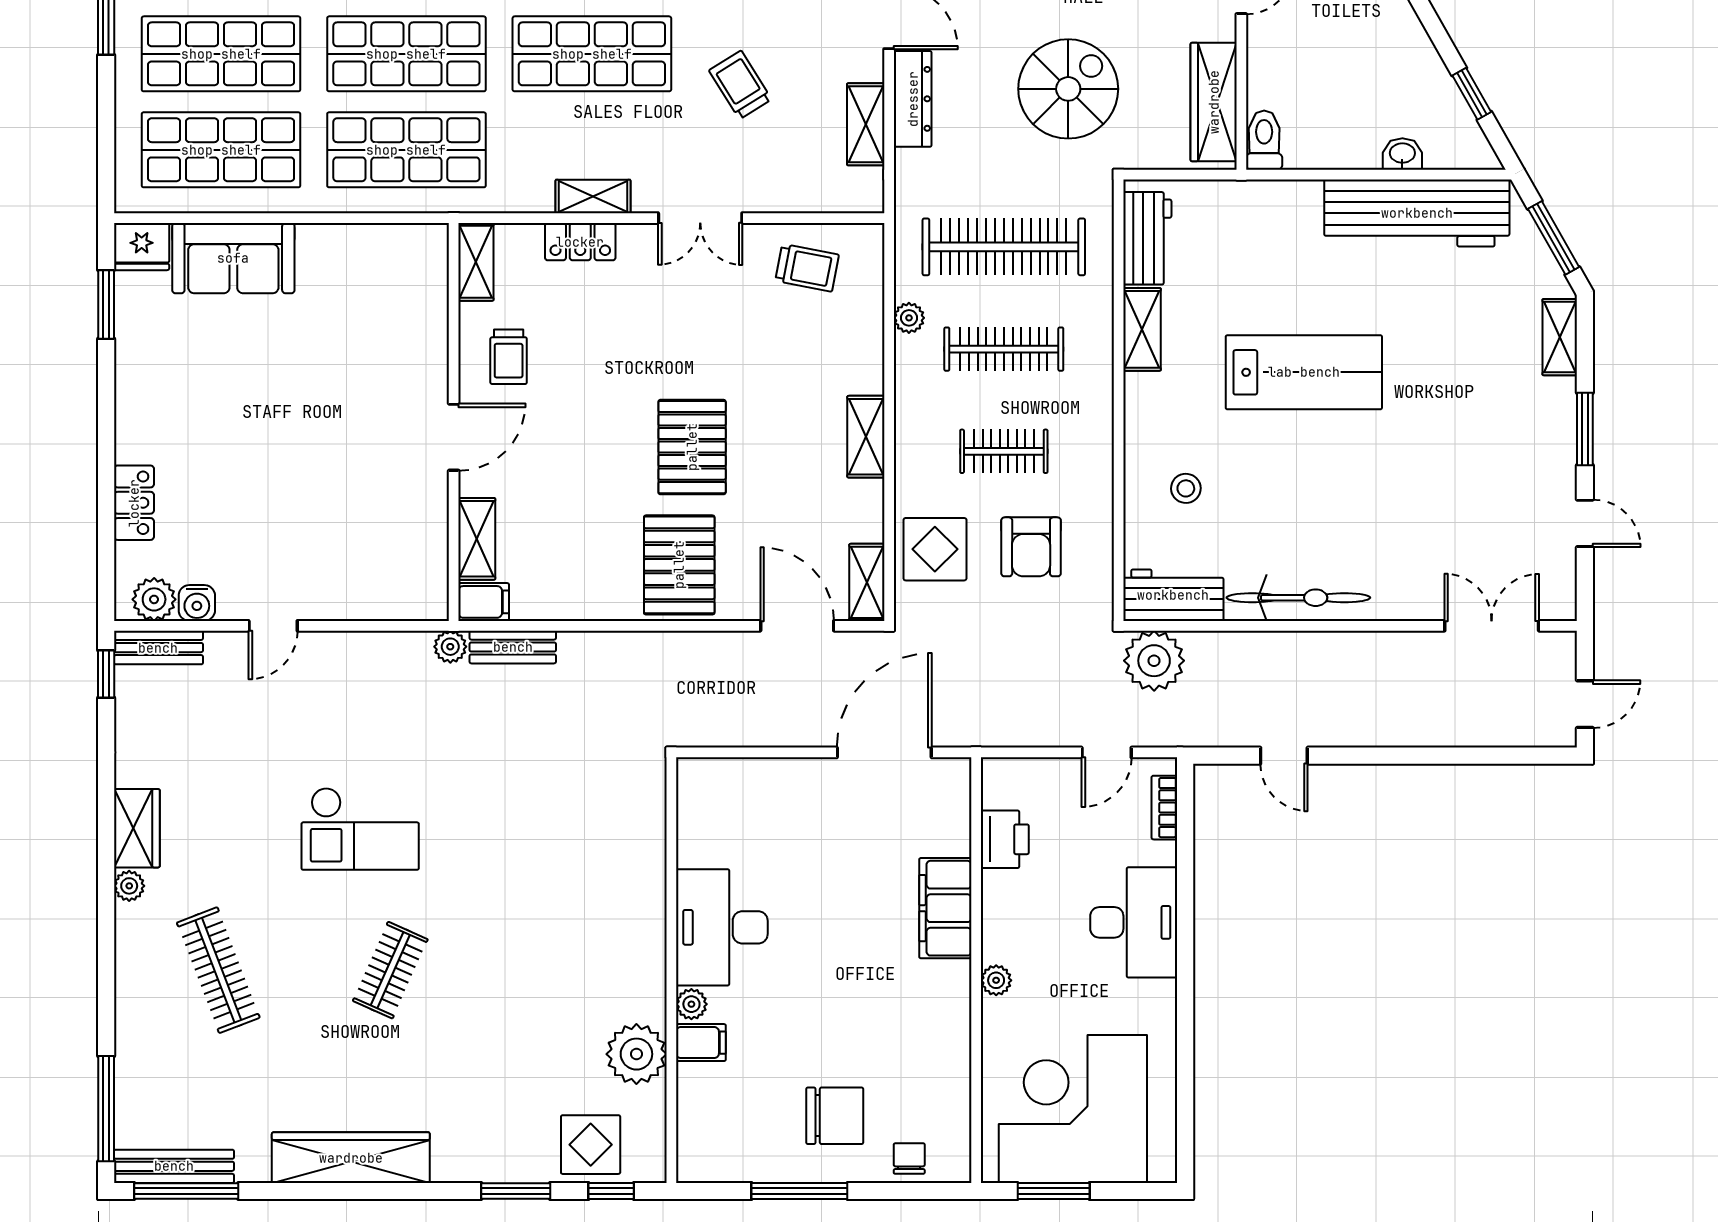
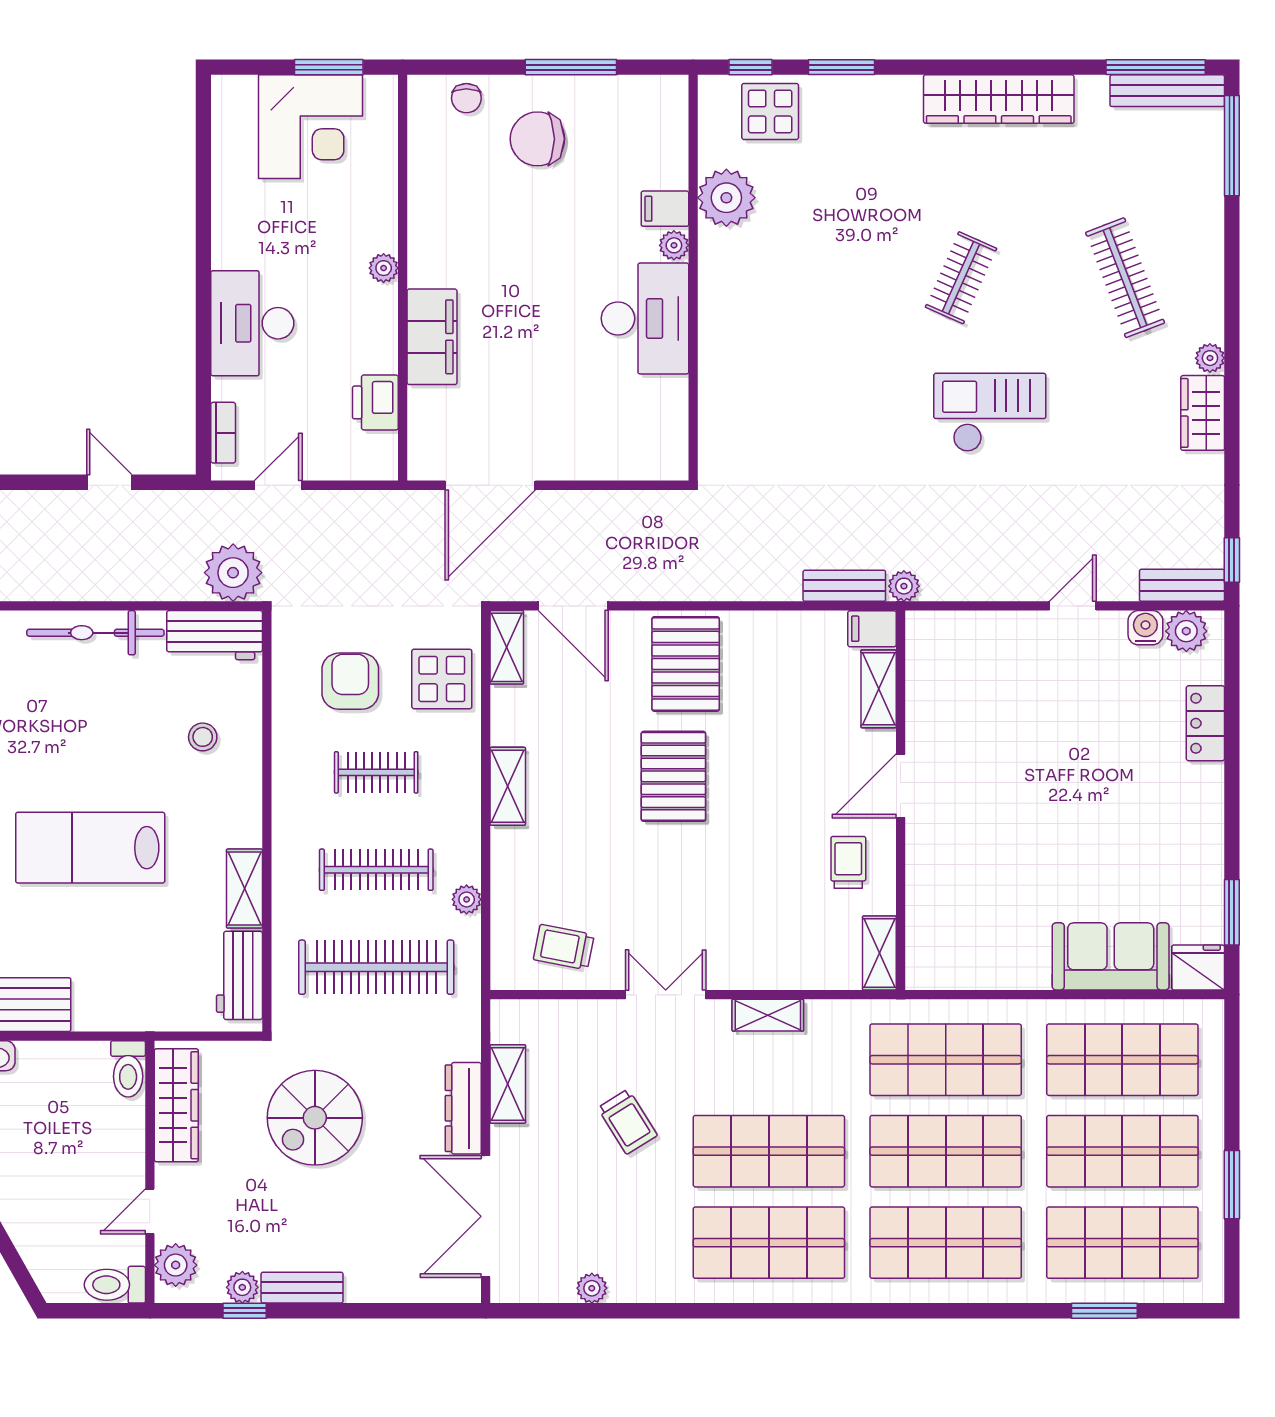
locker: (580, 242) -> (780, 972), removed
corner desk: (1073, 1109) -> (310, 127), width x0.74, depth x0.74

